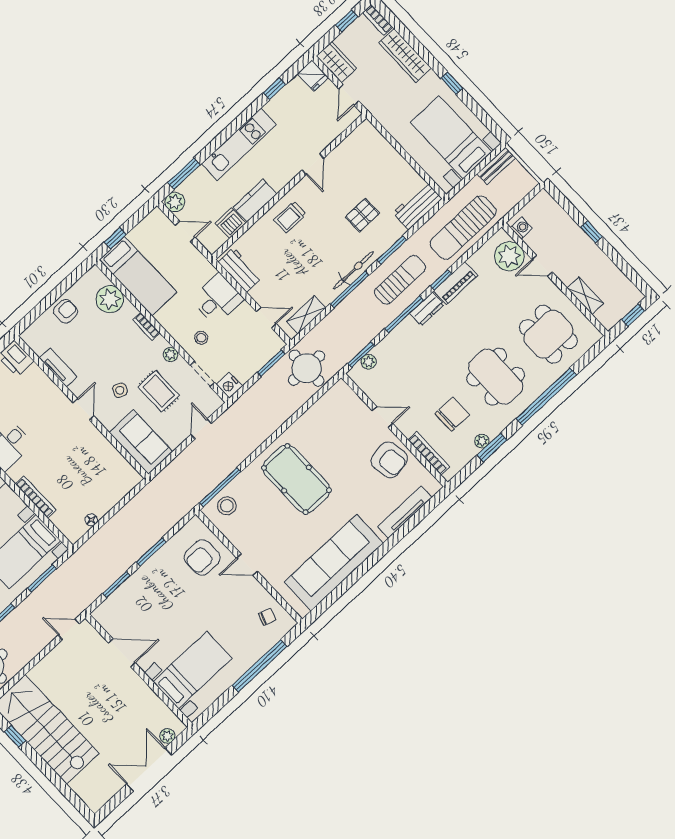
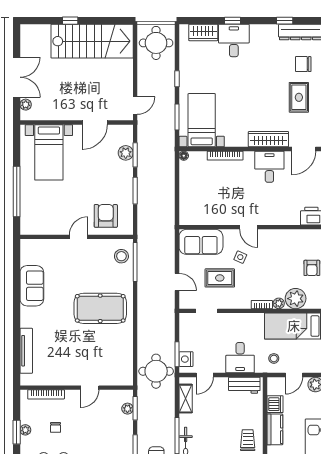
stool: (201, 338) -> (274, 358), moved
plant: (170, 354) -> (279, 303), moved
tv unit: (58, 367) -> (285, 235), removed
nightstand: (229, 385) -> (186, 359), moved, turned -90
chair: (452, 414) -> (55, 427), width x0.54, depth x0.54
armchair: (389, 460) -> (63, 369), removed
floor lamp: (91, 520) -> (184, 156), moved
sofa: (334, 563) -> (32, 286), width x0.54, depth x0.79
plant: (123, 595) -> (126, 153), added
chair: (267, 617) -> (40, 221), removed
window: (15, 736) -> (70, 21), moved

